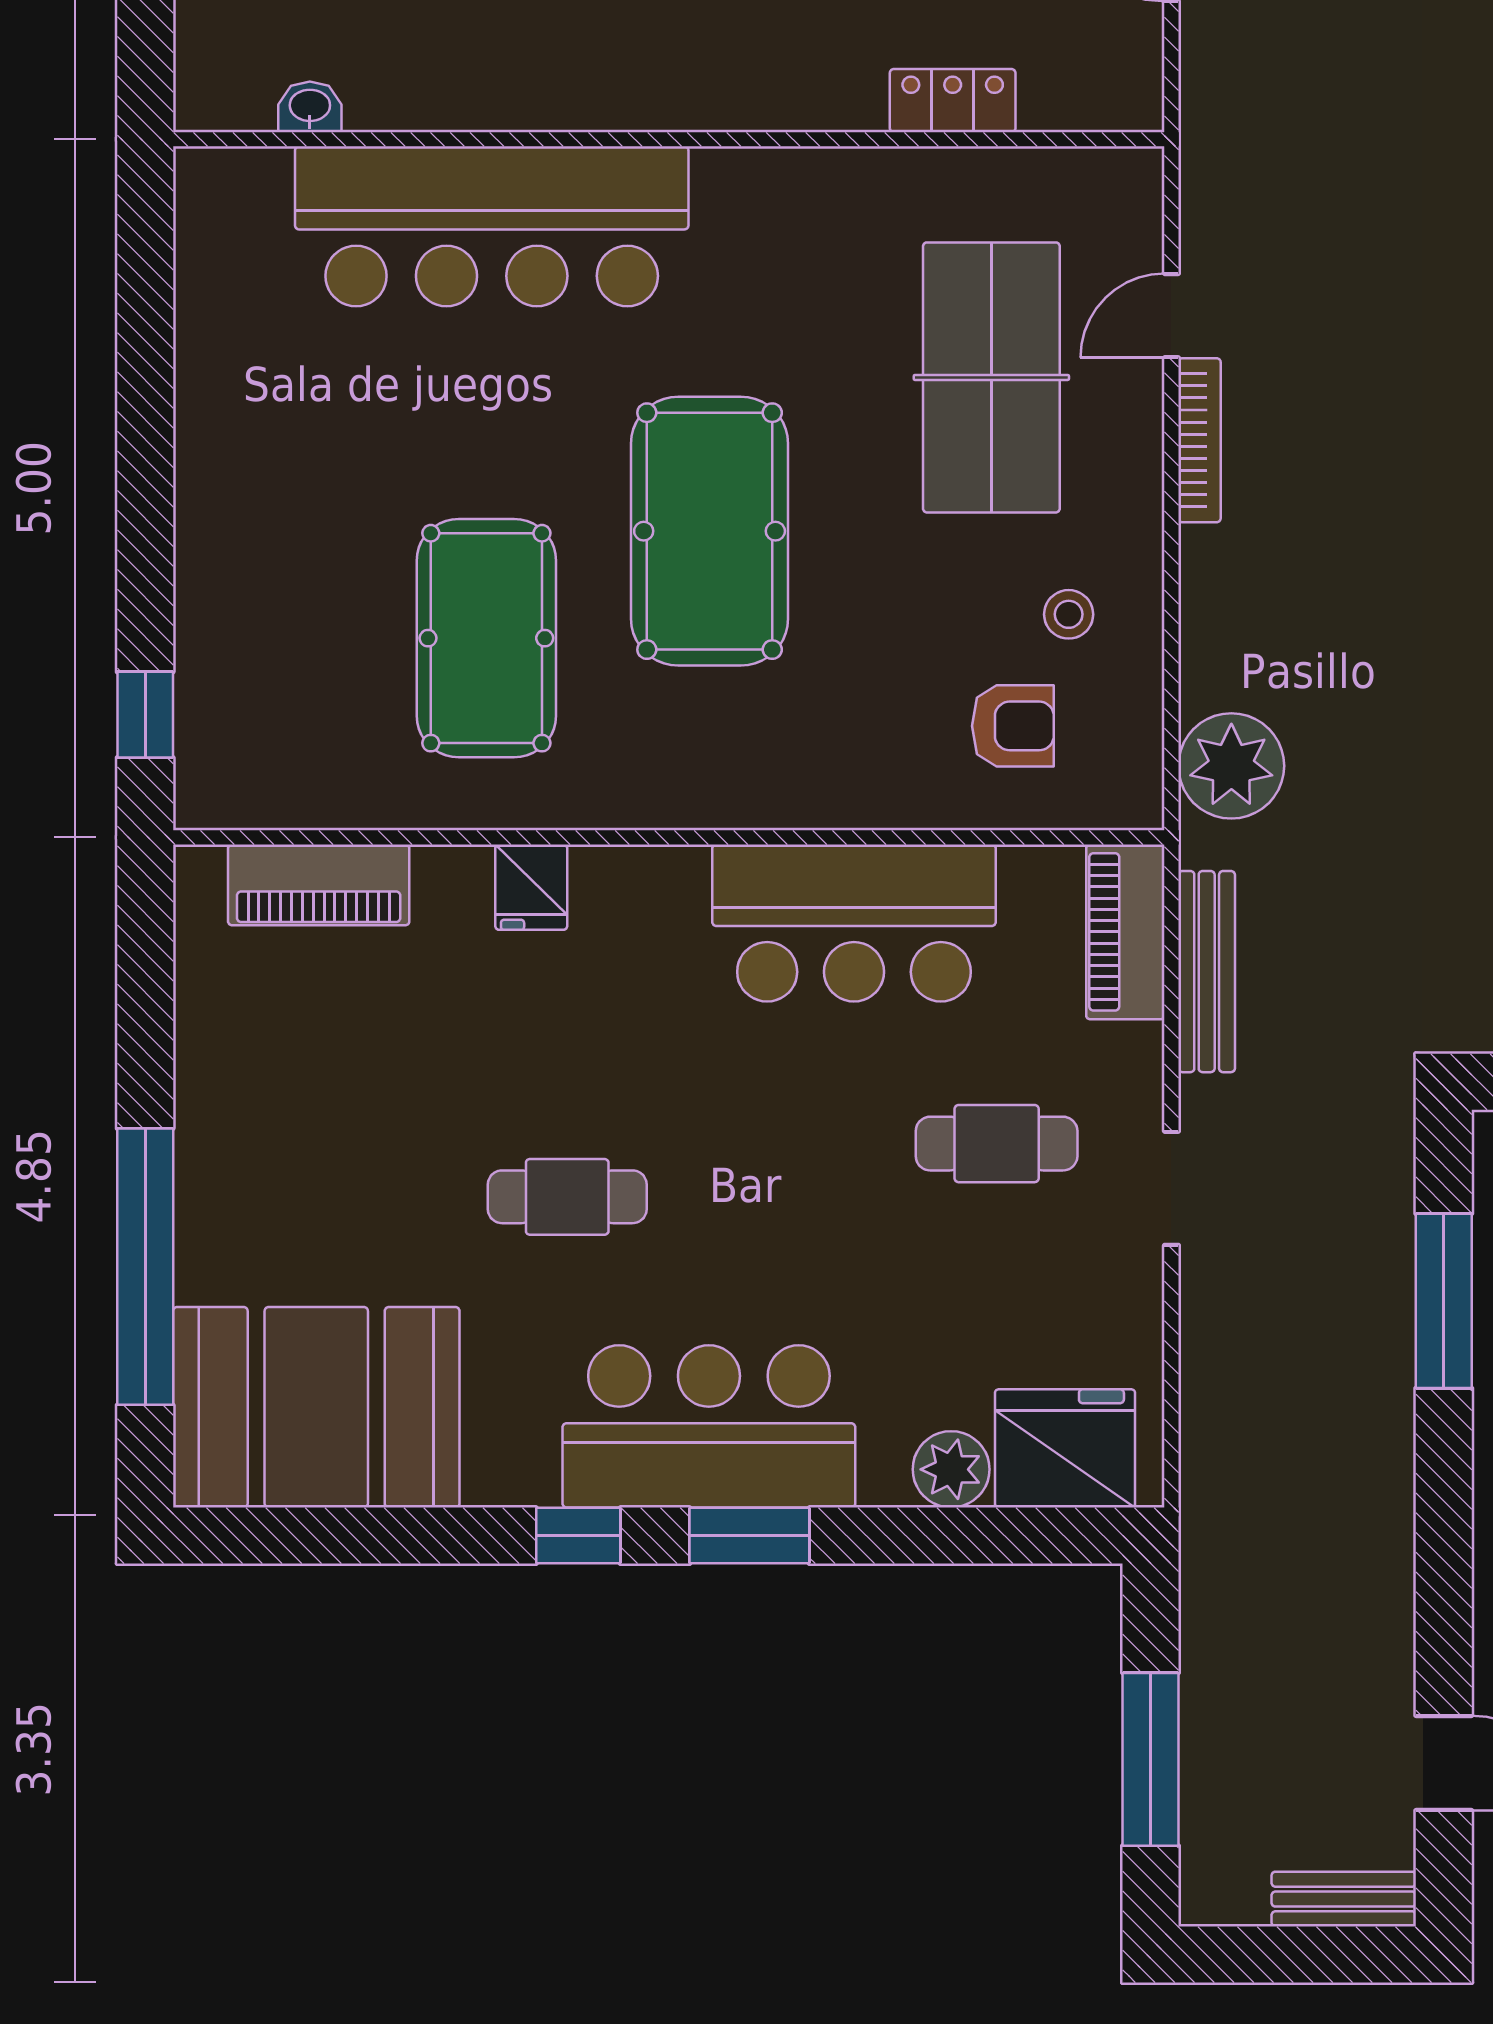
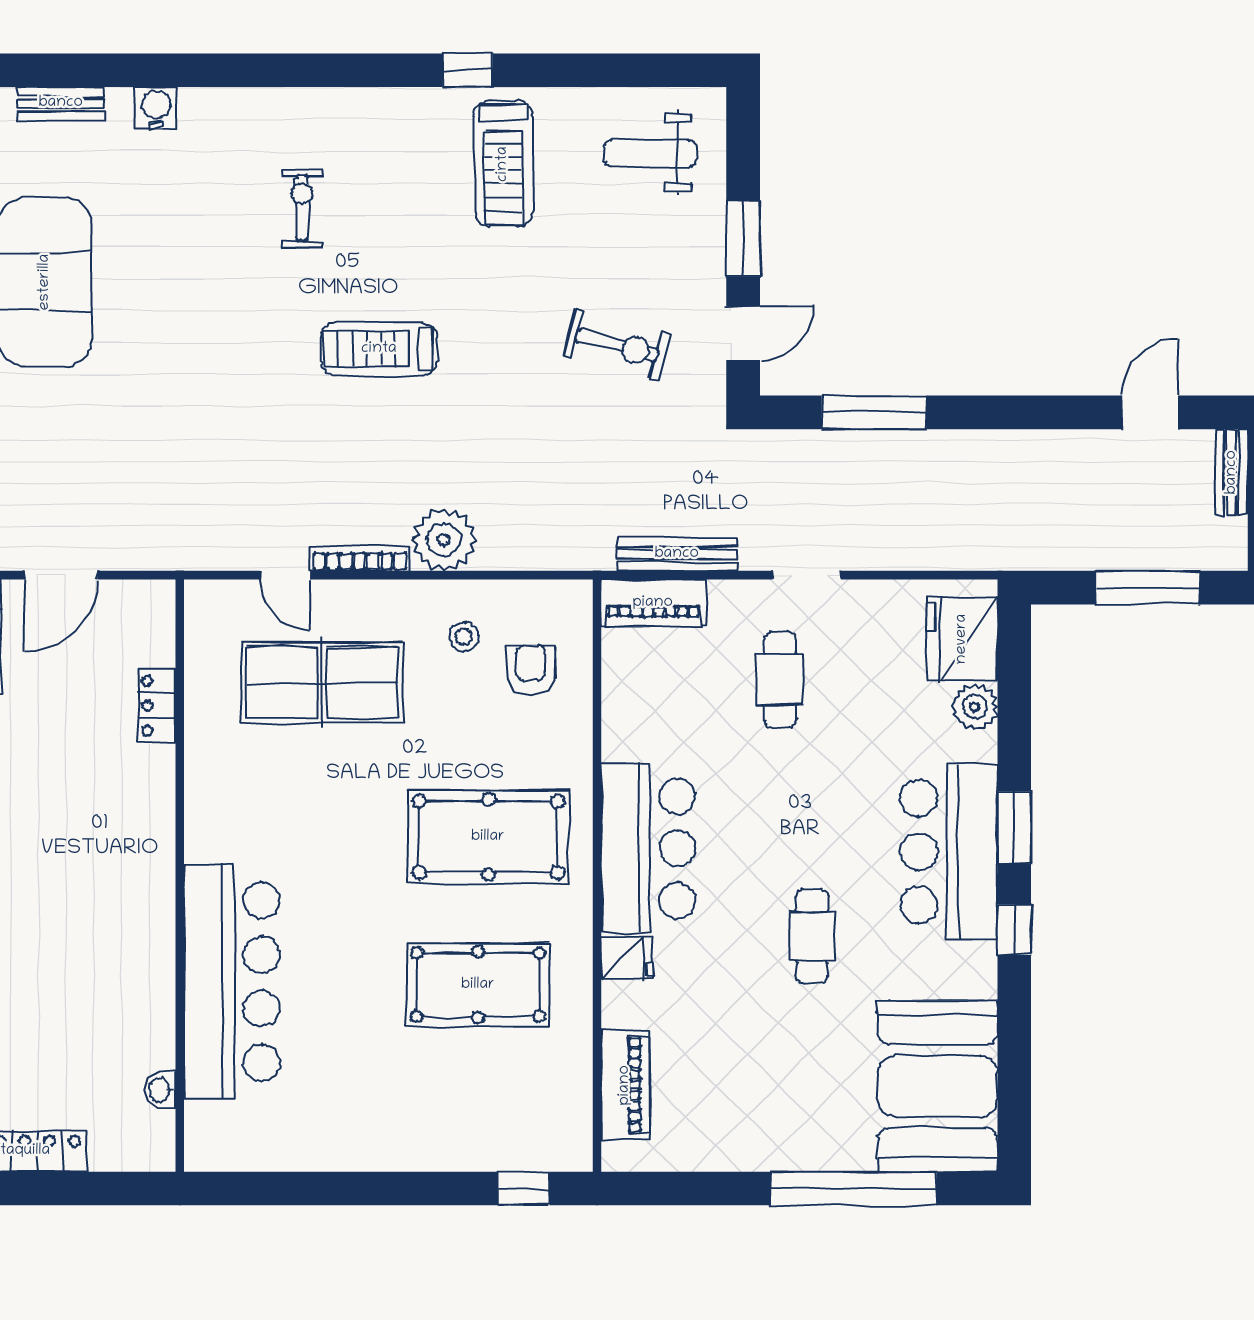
pool table: (710, 531) -> (488, 837), moved
plant: (1231, 766) -> (444, 539), moved
bar counter: (854, 923) -> (648, 848), moved

